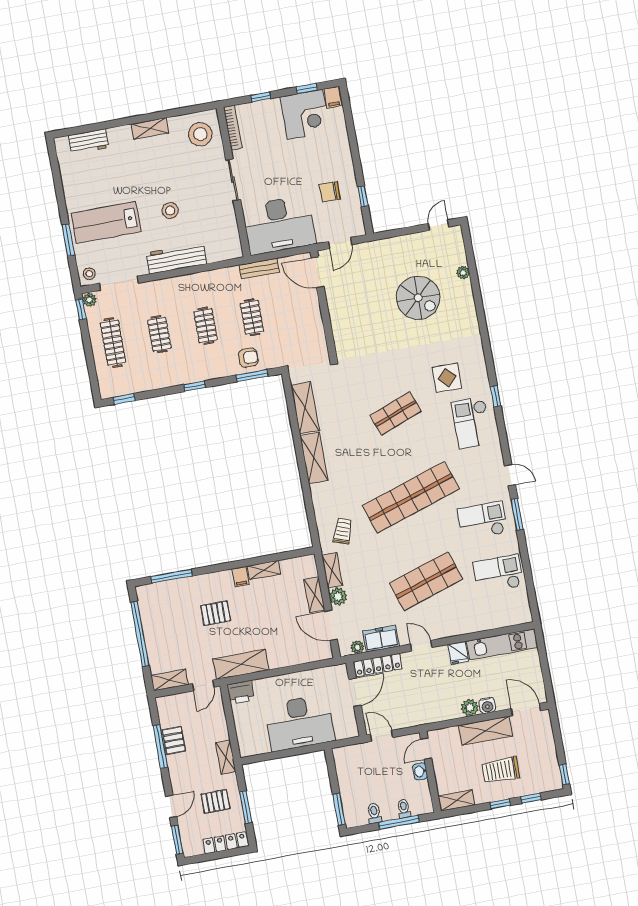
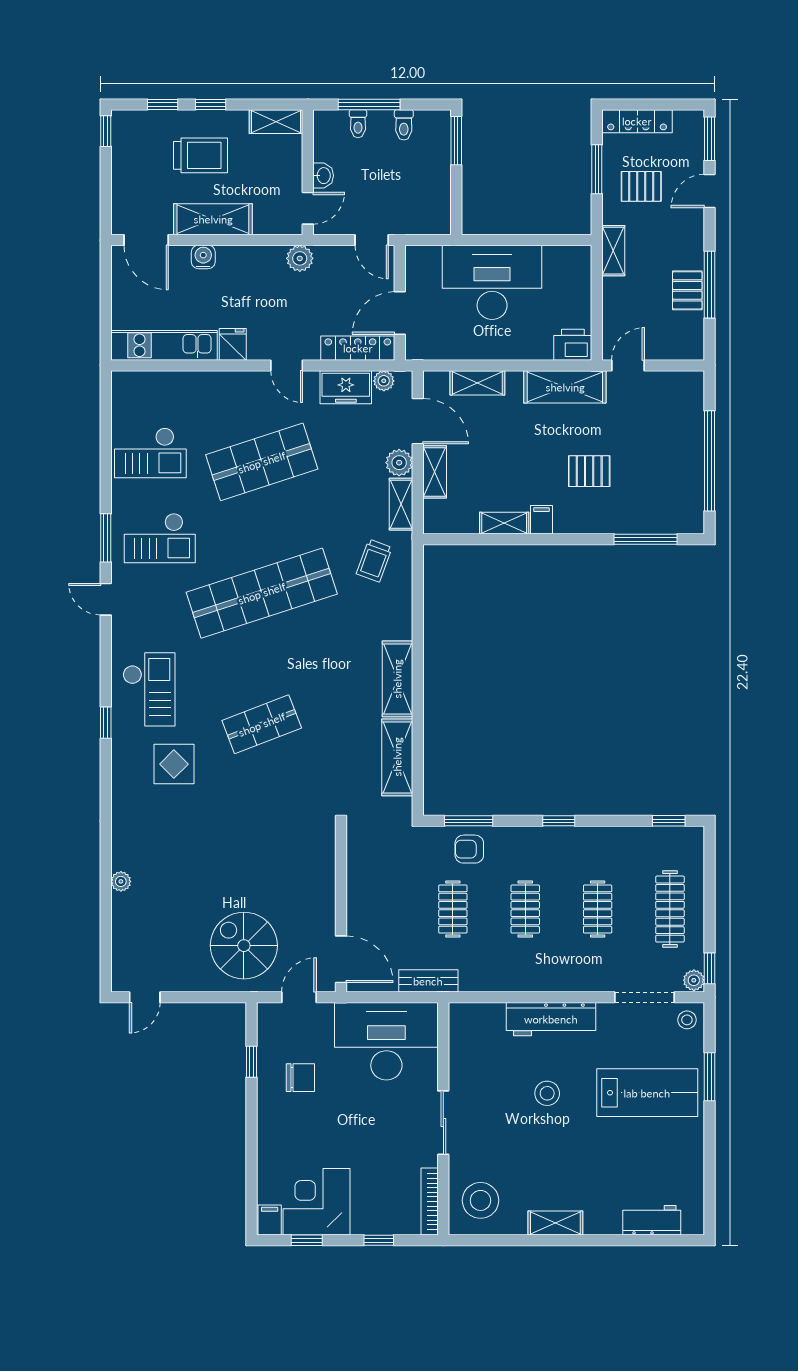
plant: (463, 273) -> (121, 881), moved
spiral stairs: (418, 298) -> (244, 946), moved
shelving: (170, 680) -> (477, 383), moved
plant: (470, 708) -> (300, 258), moved

